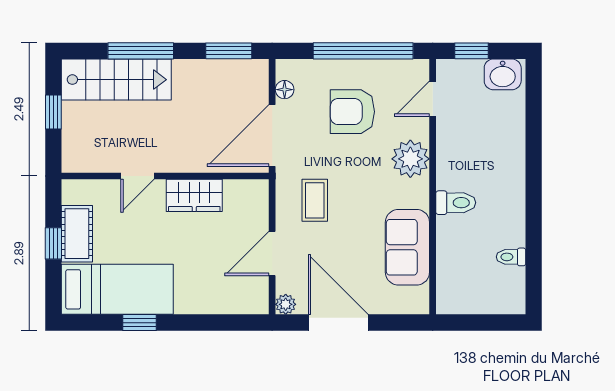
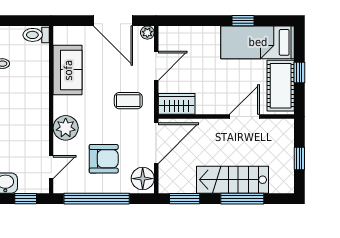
stairs: (116, 80) -> (232, 180), moved
floor lamp: (285, 90) -> (143, 179), width x1.89, depth x1.89
door: (137, 176) -> (244, 117), width x1.38
wardrobe: (194, 195) -> (177, 104), moved
coffee table: (315, 200) -> (128, 101), turned 90
toilet: (456, 203) -> (36, 35), moved
cot: (77, 234) -> (281, 86), width x1.37, depth x1.34

